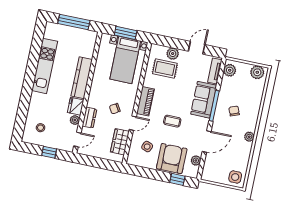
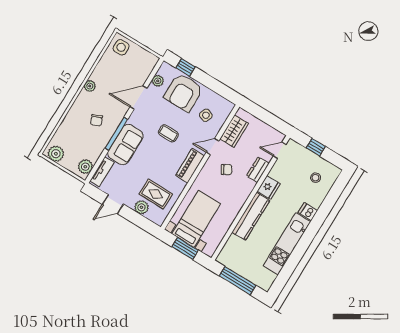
dishwasher: (37, 98) -> (308, 212), added
plant: (75, 120) -> (275, 173), removed

